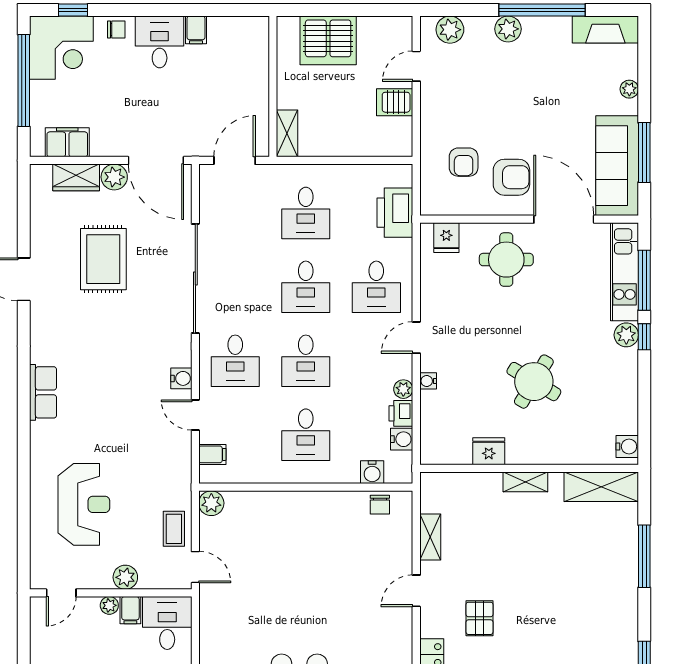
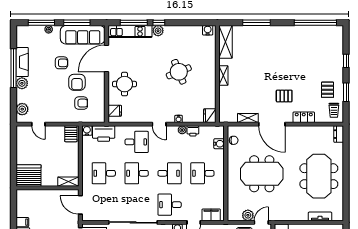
fireplace: (605, 29) -> (22, 62), moved
server rack: (328, 40) -> (29, 175), moved, turned -90
window: (644, 73) -> (41, 23), added
server rack: (395, 102) -> (71, 134), moved
armchair: (554, 118) -> (61, 63), added
armchair: (511, 177) -> (77, 82), moved, turned 180
desk: (306, 213) -> (104, 173), turned 180
desk: (306, 287) -> (137, 173), turned 180
desk: (235, 361) -> (170, 205), turned 180
round table: (534, 382) -> (179, 72), turned 37
desk: (306, 435) -> (202, 173), turned 180
water cooler: (402, 439) -> (87, 131), moved
fridge: (489, 451) -> (210, 116), moved
filing cabinet: (212, 454) -> (211, 215), width x2.00
plant: (211, 503) -> (248, 215), moved
meeting table: (305, 568) -> (262, 174), added
door: (416, 591) -> (272, 124), width x1.87

